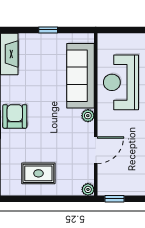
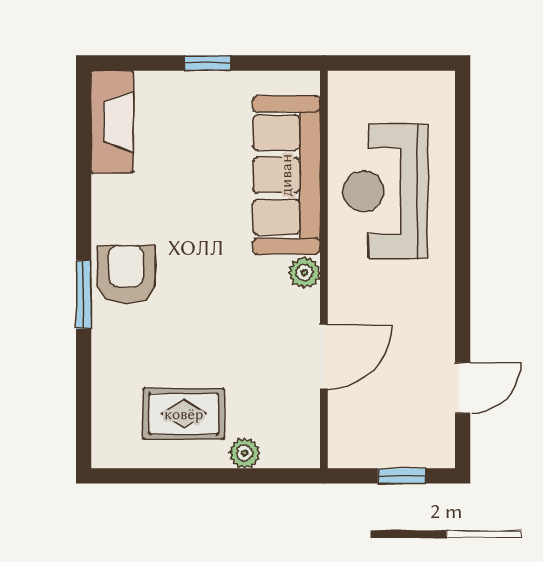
plant: (88, 189) -> (245, 453), moved
window: (115, 199) -> (402, 476), moved

